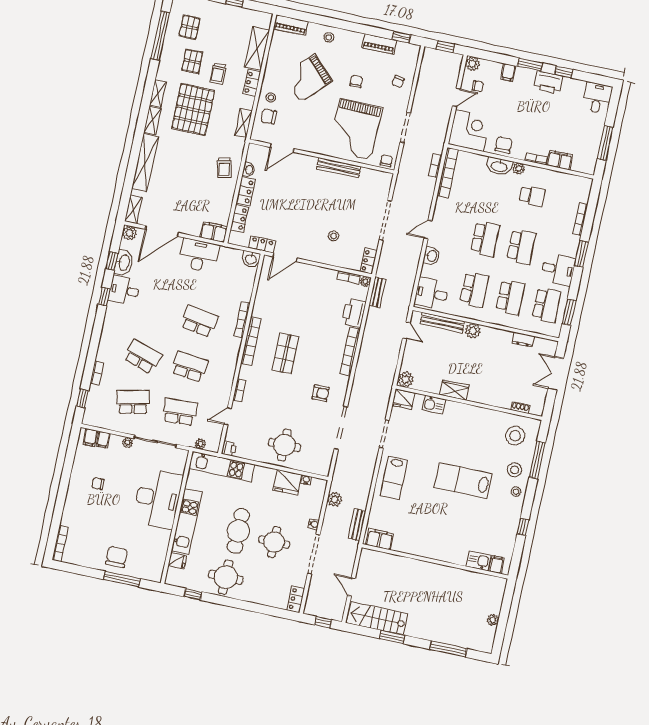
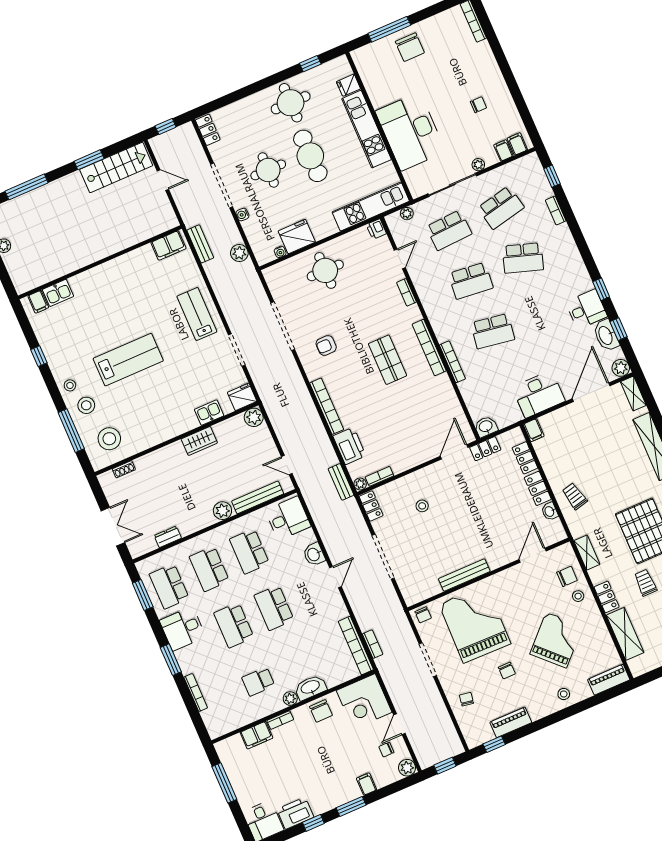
printer: (548, 82) -> (295, 813), moved
filing cabinet: (214, 232) -> (534, 430), width x0.50

